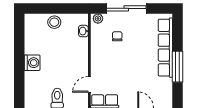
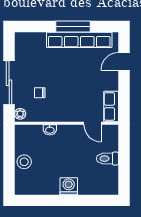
washbasin: (83, 31) -> (50, 130), moved
row of seats: (165, 48) -> (79, 40), moved

